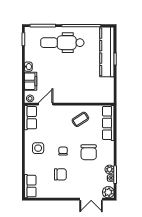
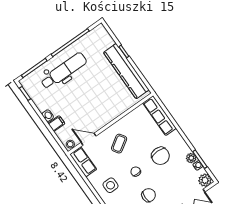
dental chair: (62, 43) -> (64, 71), turned 180
kitchen counter: (107, 52) -> (126, 71), moved
filing cabinet: (31, 81) -> (56, 124), width x0.50
door: (46, 104) -> (89, 139), hinge flipped
coffee table: (80, 119) -> (119, 144), moved

